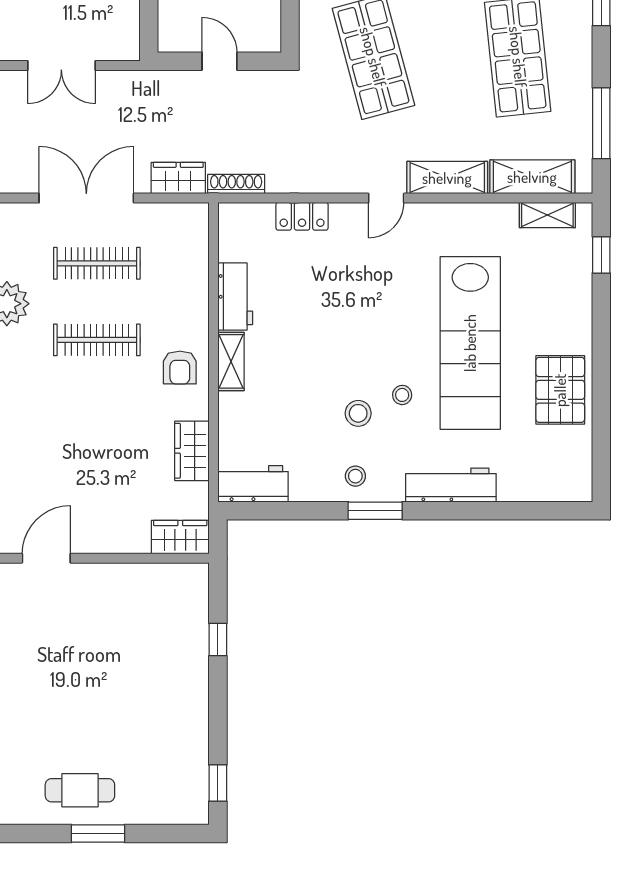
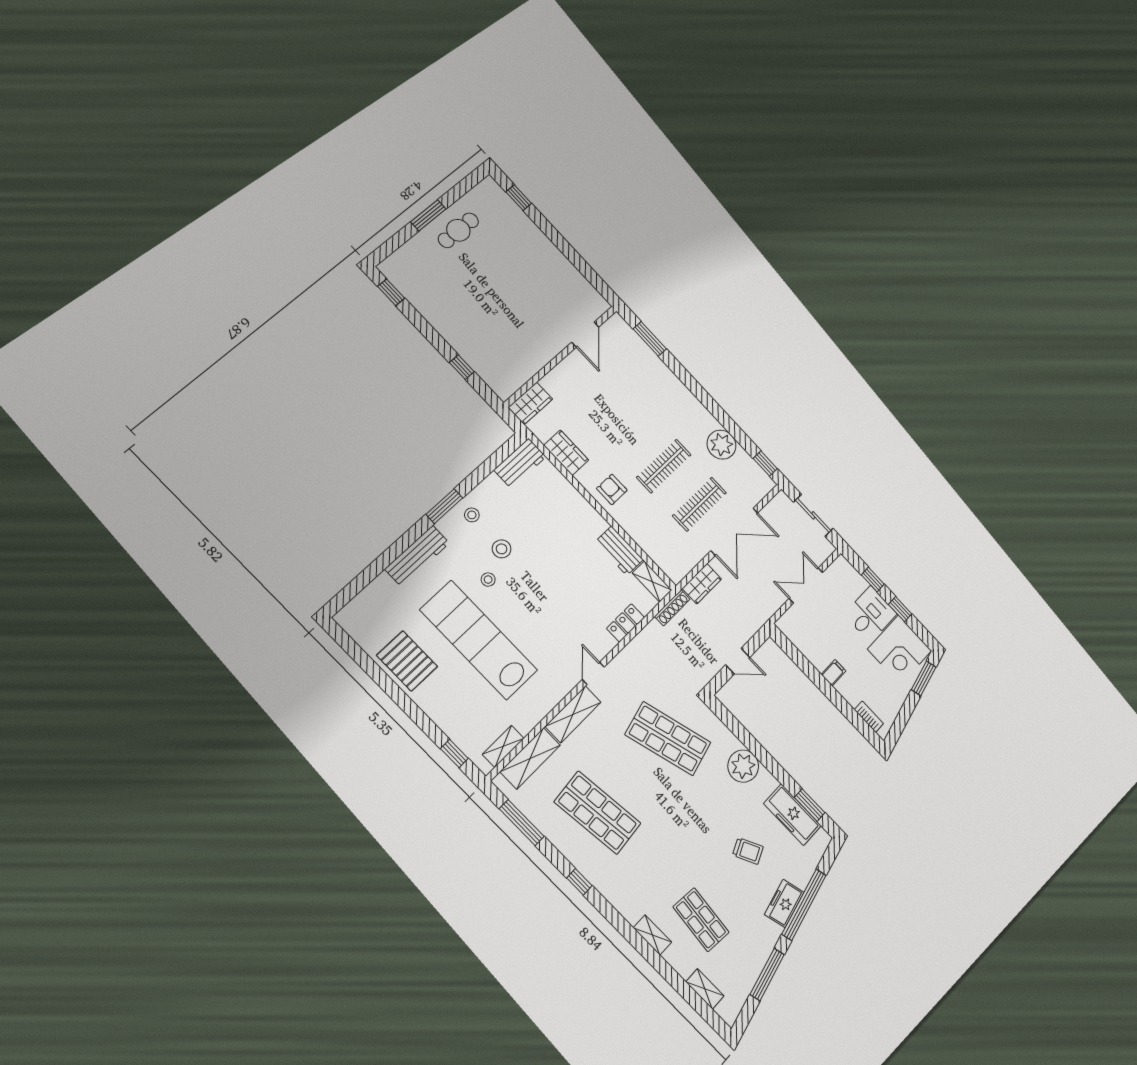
shelving: (231, 361) -> (652, 582), moved

